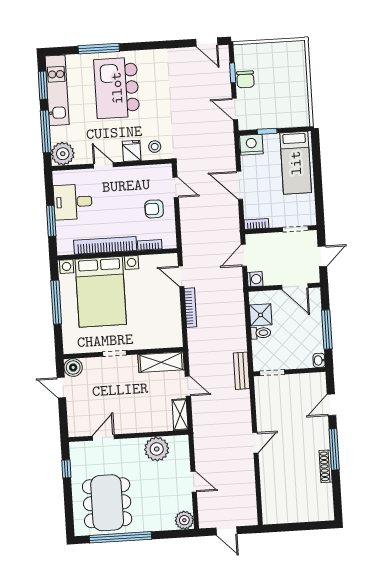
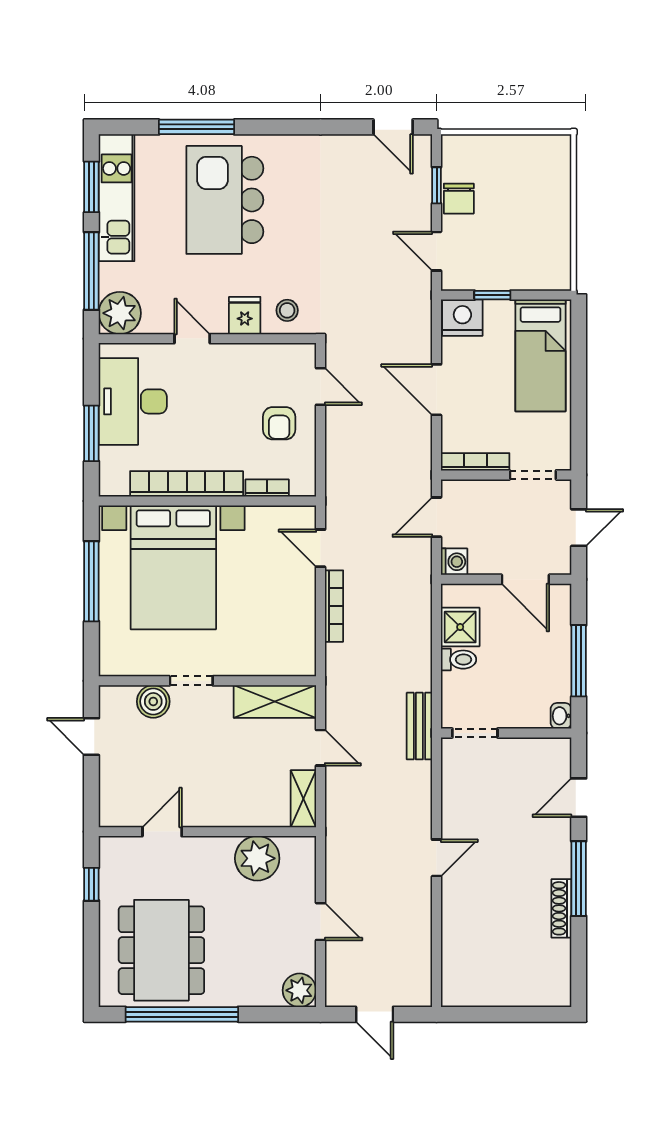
desk: (73, 202) -> (133, 401), width x1.37
armchair: (154, 209) -> (279, 423), turned -90
bookcase: (256, 224) -> (475, 462), width x1.56
boiler: (73, 368) -> (153, 701), moved

